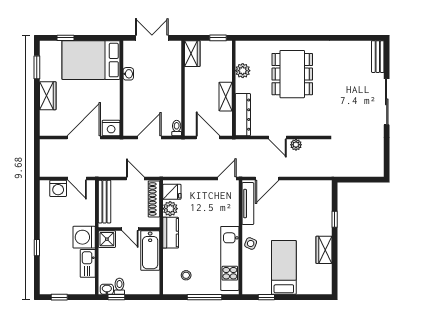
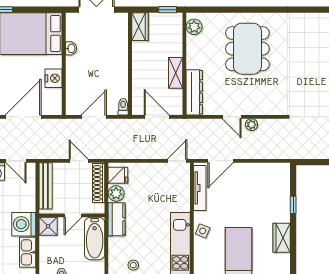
plant: (243, 71) -> (194, 27), moved
nightstand: (111, 128) -> (54, 78), moved, turned -90
door: (130, 229) -> (73, 215), hinge flipped

